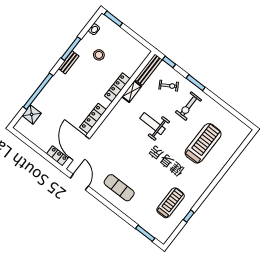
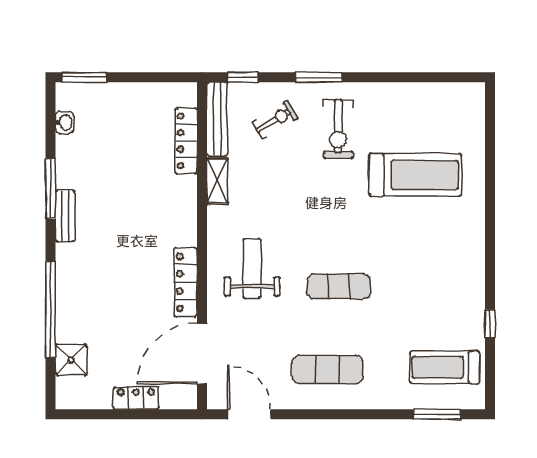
stool: (99, 55) -> (109, 162), removed
locker: (117, 87) -> (186, 141), moved
weight bench: (152, 124) -> (252, 269), moved, turned 90
treadmill: (203, 143) -> (415, 175), turned 90
door: (79, 148) -> (202, 354), hinge flipped
locker: (57, 156) -> (136, 398), moved
exercise mat: (146, 162) -> (339, 286), added
treadmill: (171, 203) -> (445, 367), moved, turned -90

